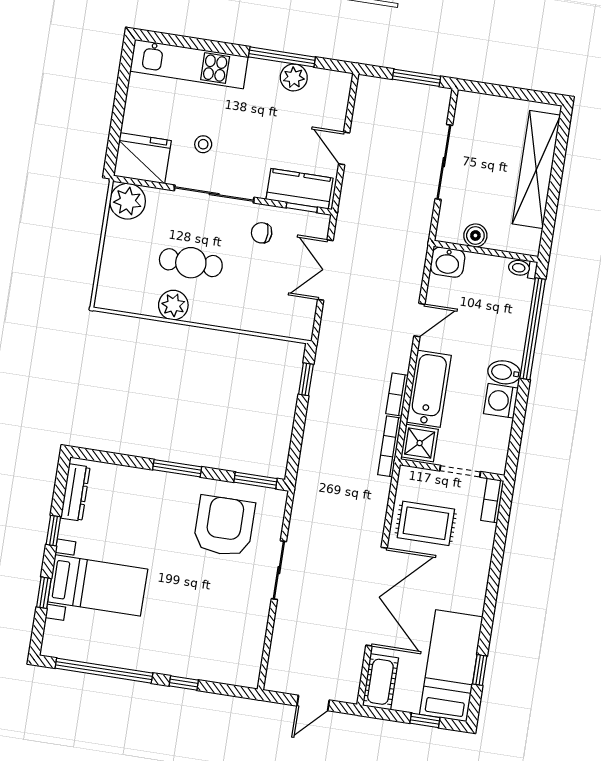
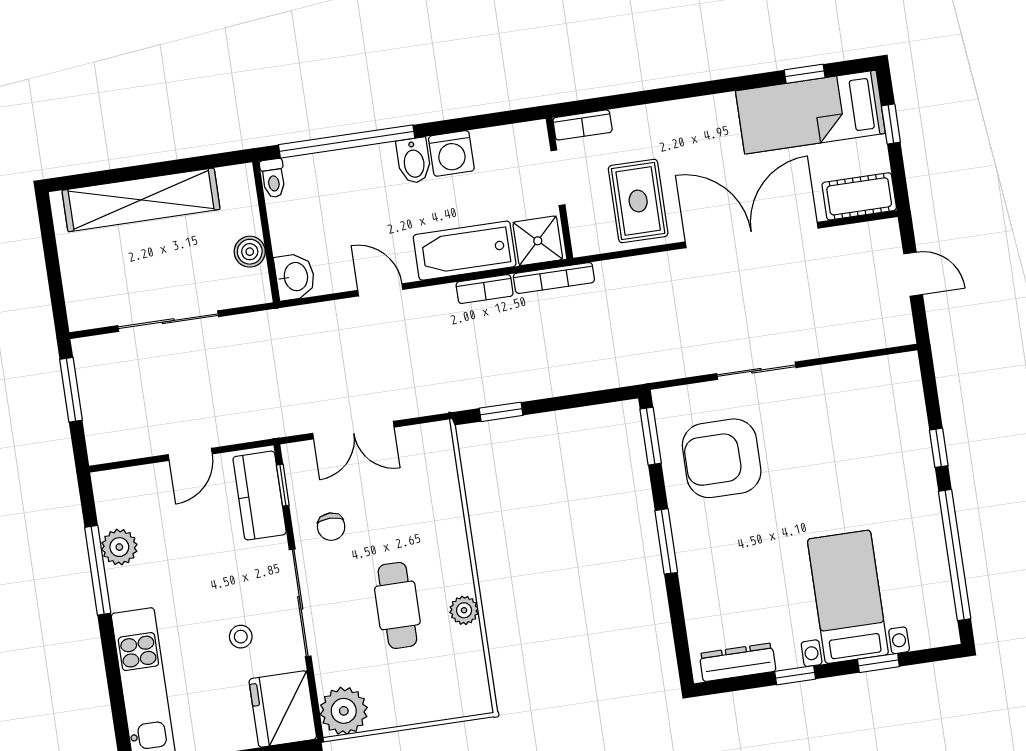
plant: (173, 305) -> (464, 610), width x0.73, depth x0.73

